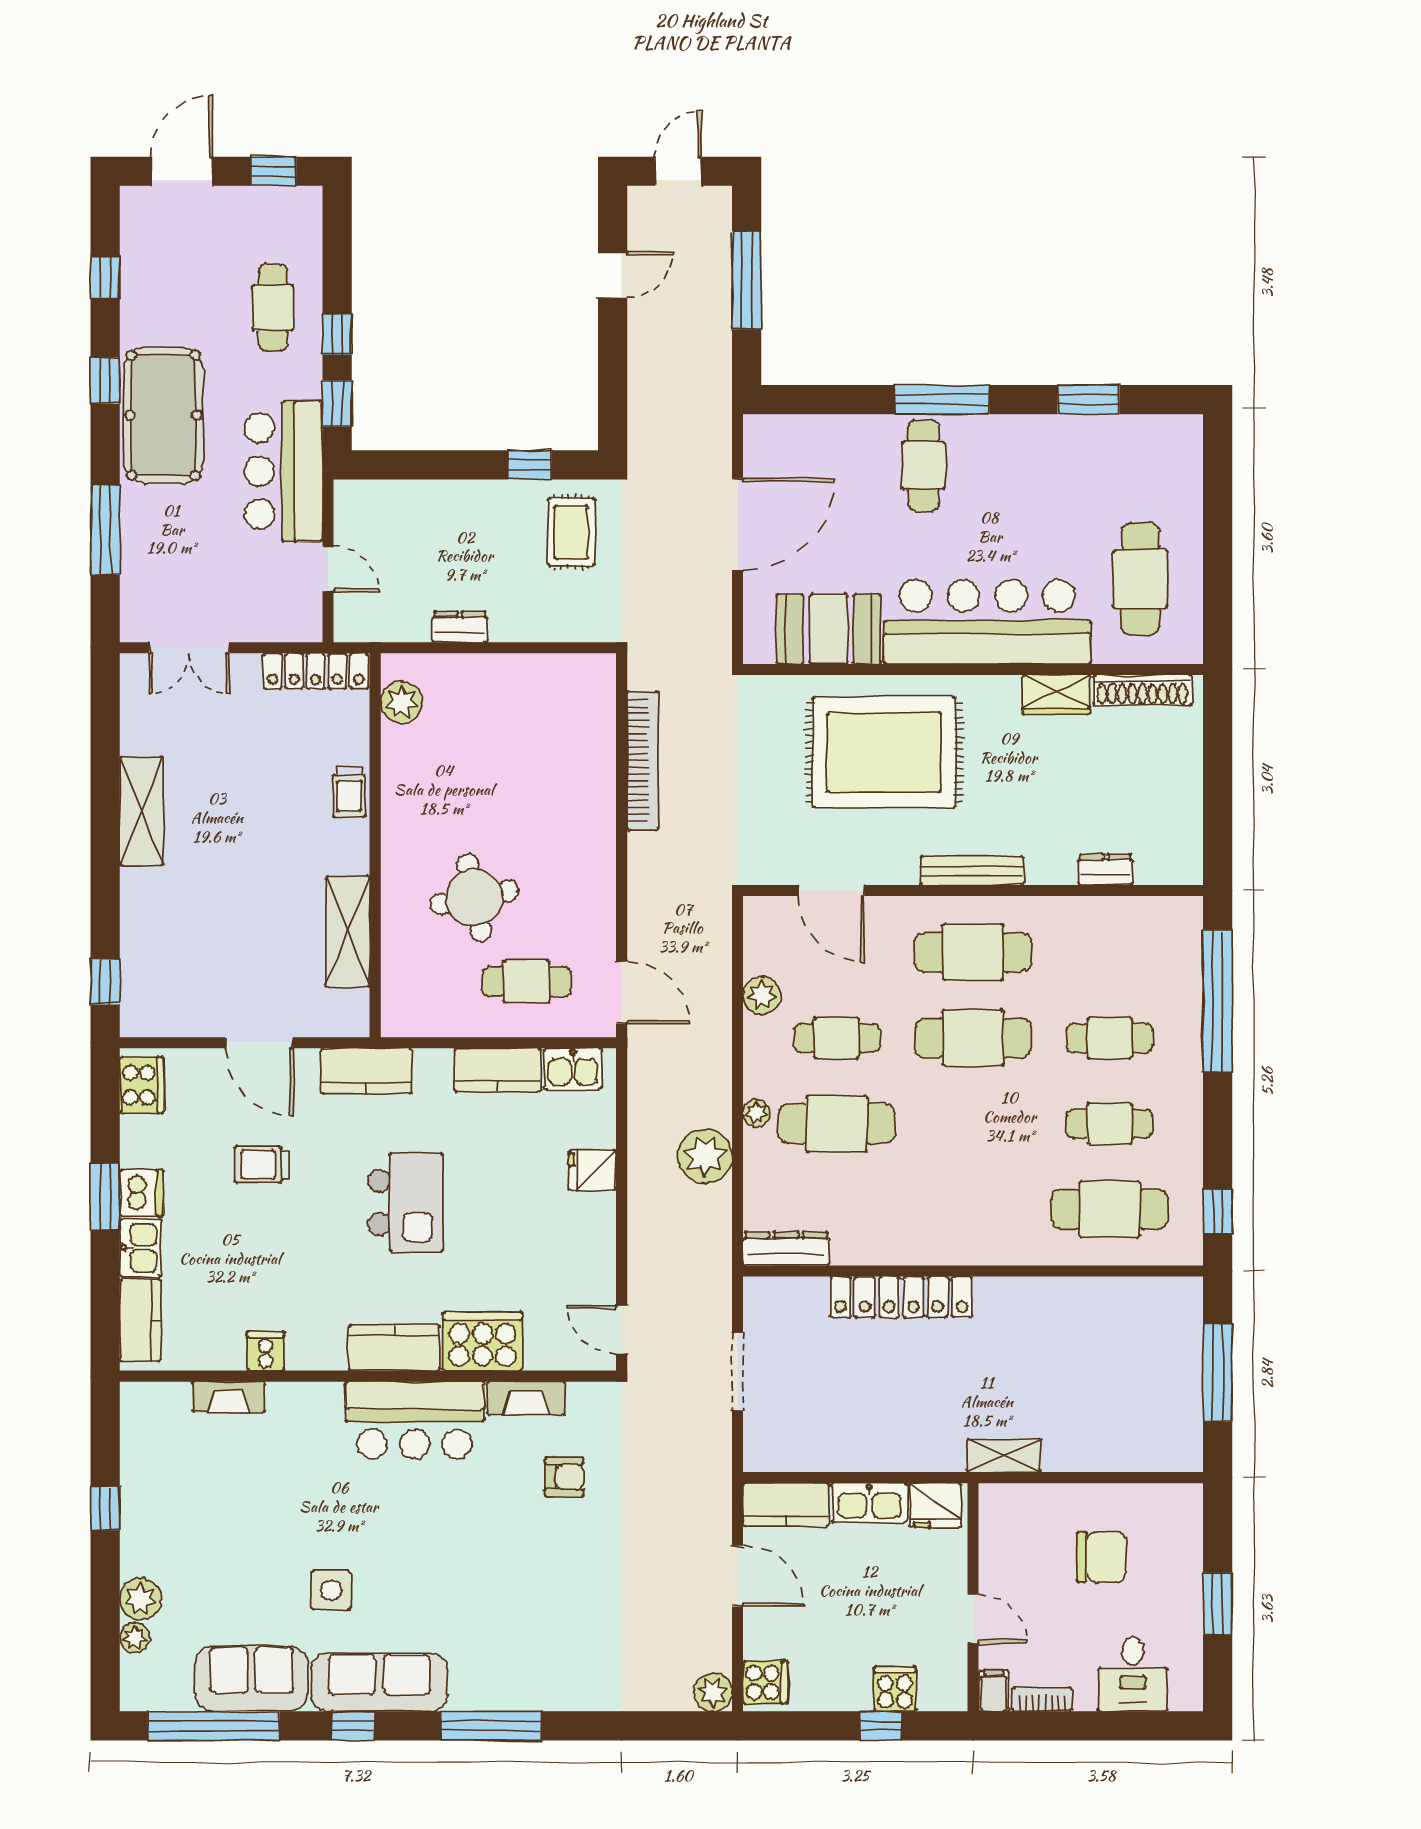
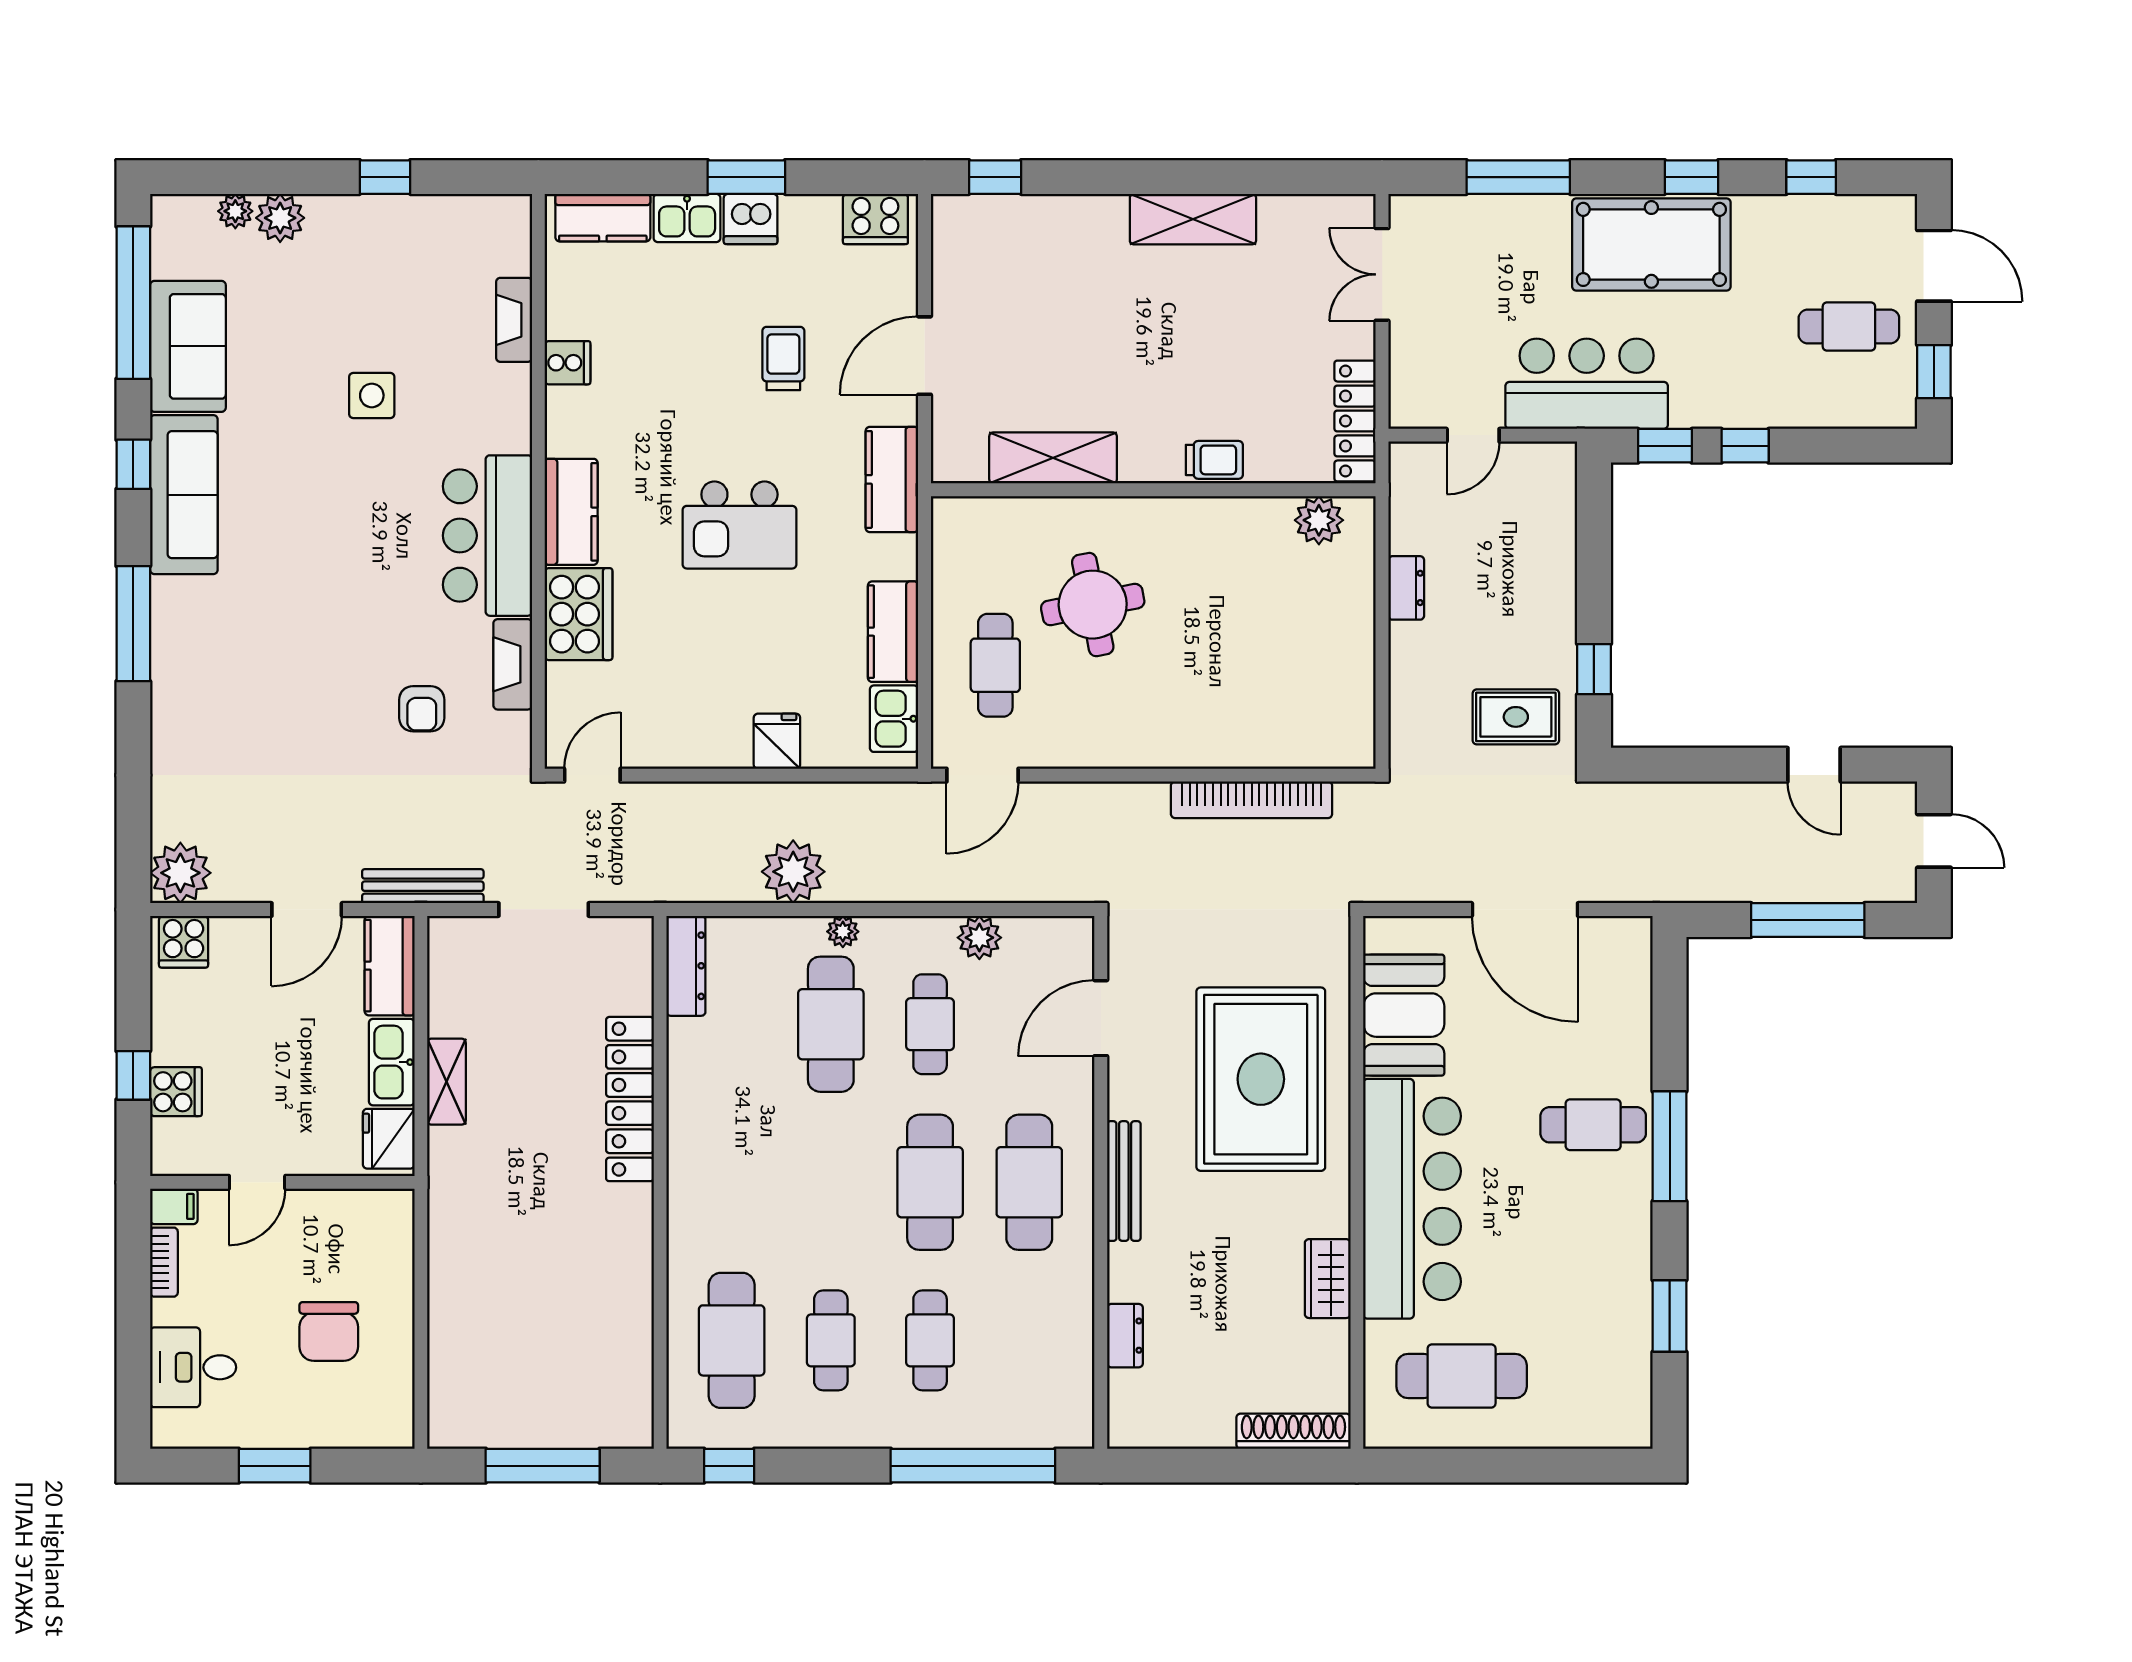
cafe table: (273, 308) -> (1849, 326), moved
shoe rack: (1142, 690) -> (1293, 1431), moved, turned 90
trolley: (349, 793) -> (1214, 460), turned 180
shelving: (1004, 1455) -> (446, 1082), moved
bench: (717, 1476) -> (423, 886), added
side table: (331, 1590) -> (372, 395), moved
plant: (713, 1692) -> (180, 873), width x1.36, depth x1.36

